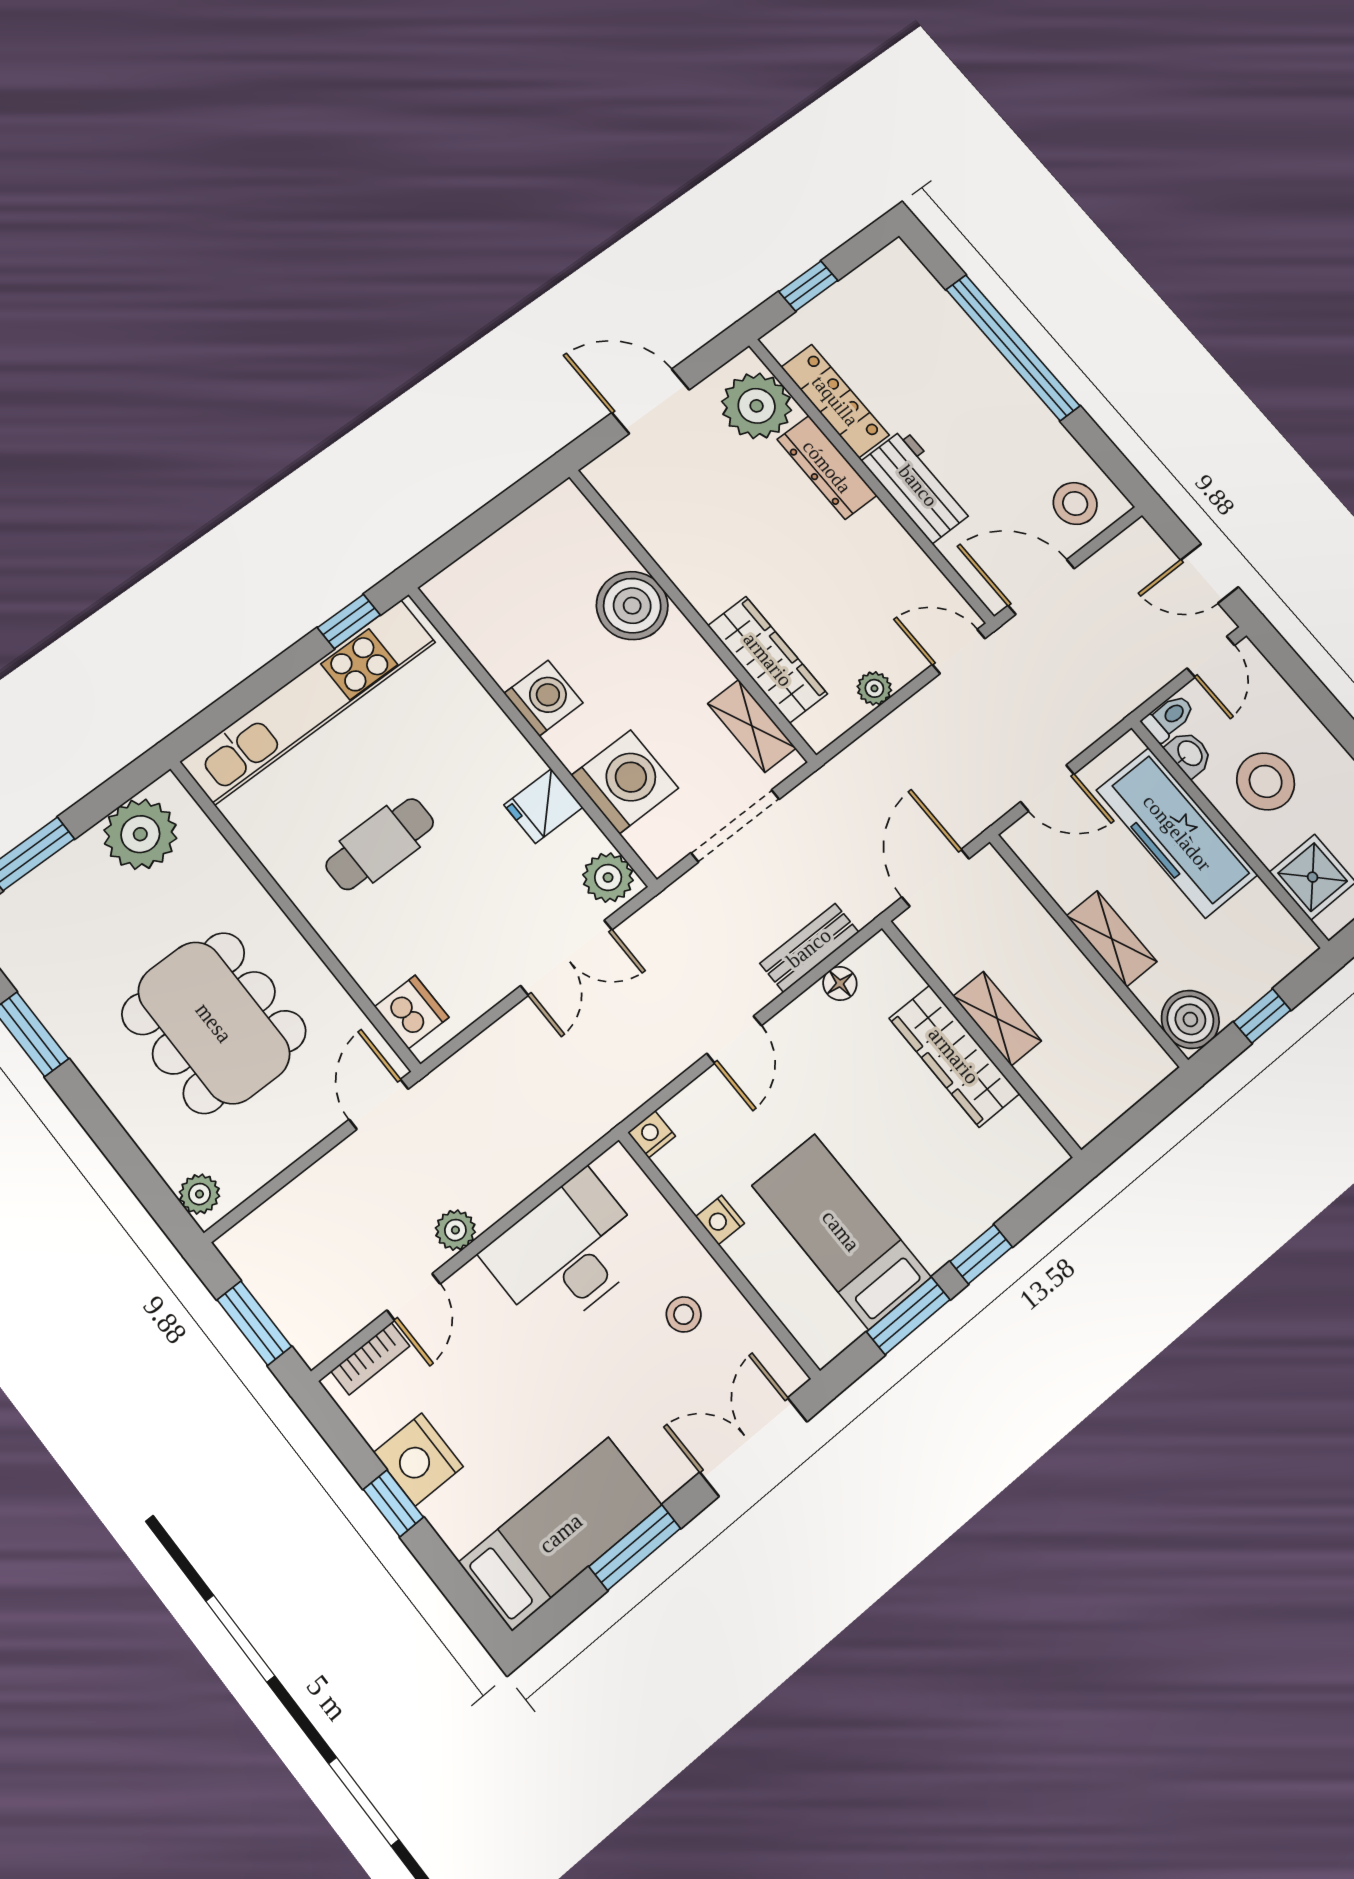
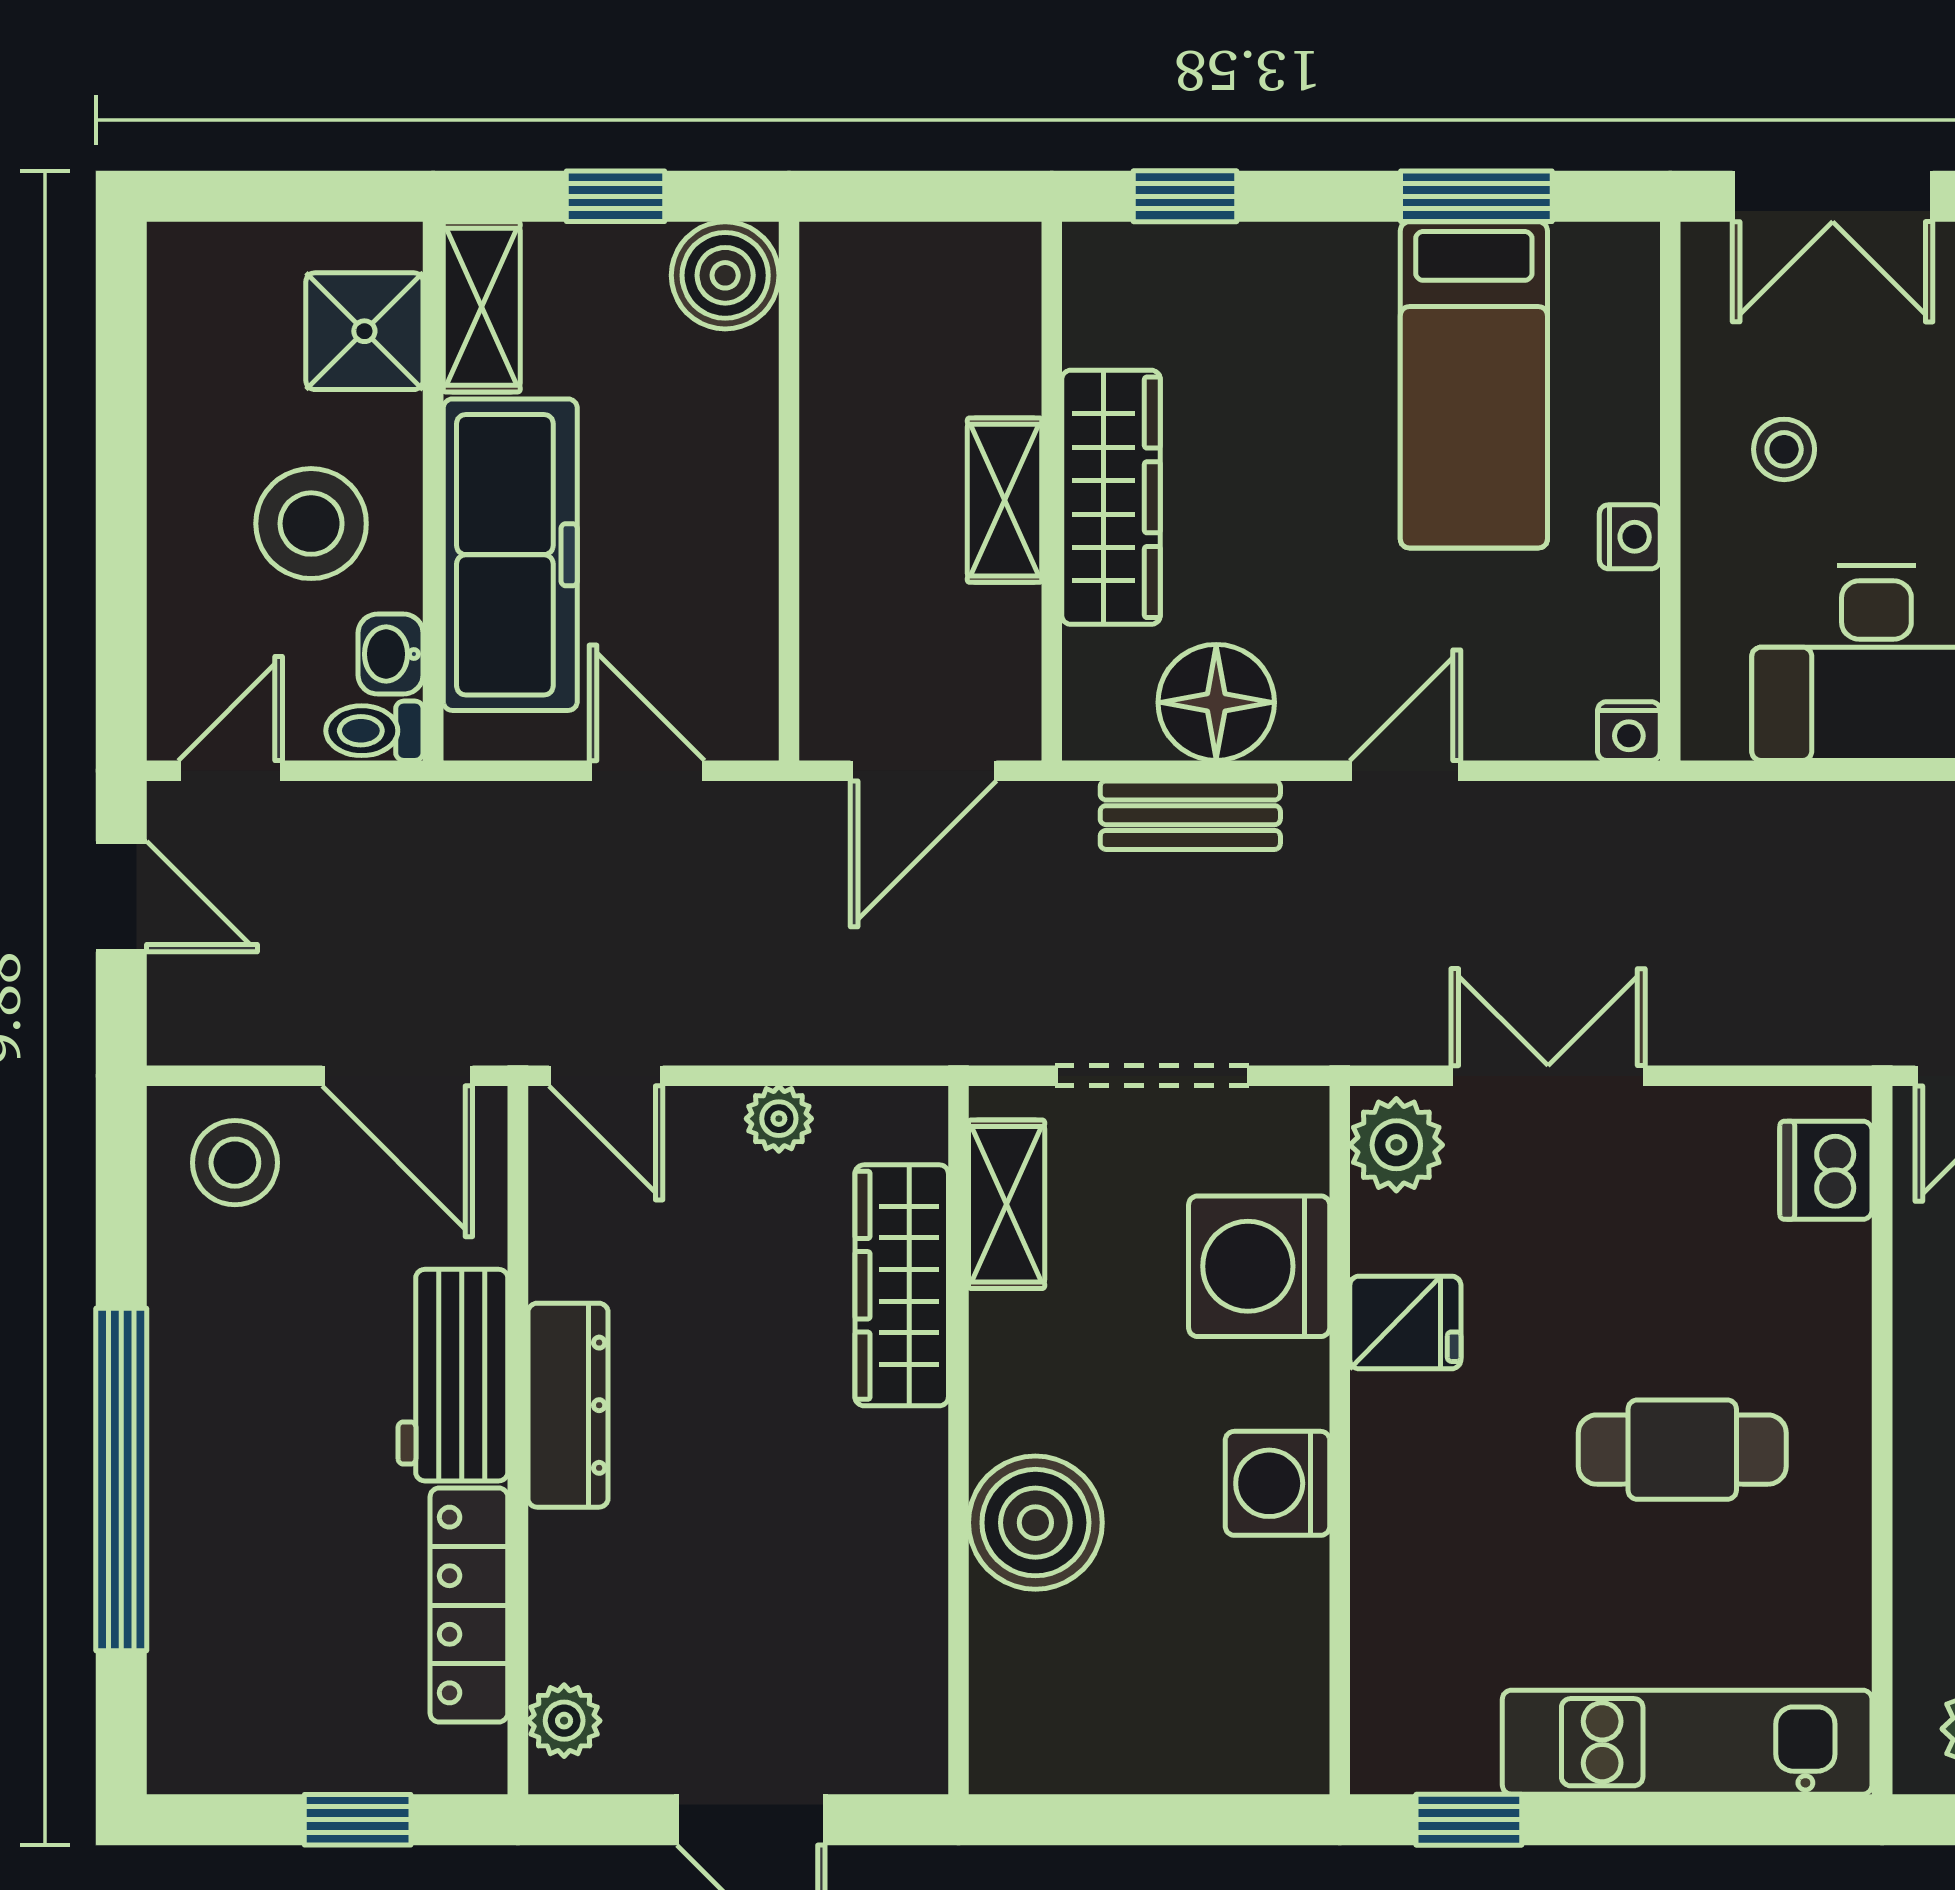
plant: (757, 406) -> (564, 1721), width x0.53, depth x0.53
dresser: (827, 467) -> (568, 1405), moved
kitchen unit: (309, 701) -> (1687, 1742), width x0.73
shelving: (1112, 939) -> (482, 307), moved
floor lamp: (840, 983) -> (1216, 702), width x1.89, depth x1.89
window: (981, 1254) -> (1185, 196), moved

